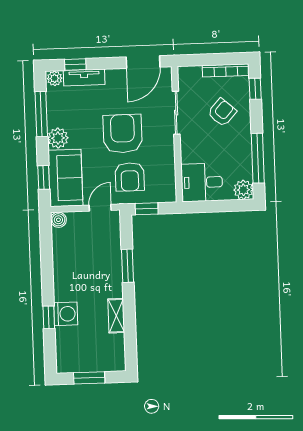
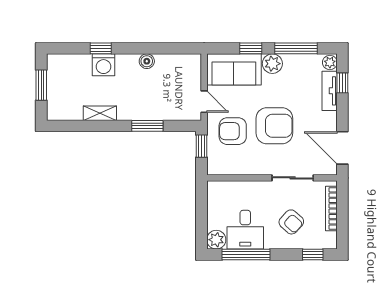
bookcase: (226, 70) -> (331, 208), moved
window: (44, 177) -> (251, 48), moved
desk: (202, 182) -> (245, 230), moved, turned 180
boiler: (58, 220) -> (147, 61), moved

